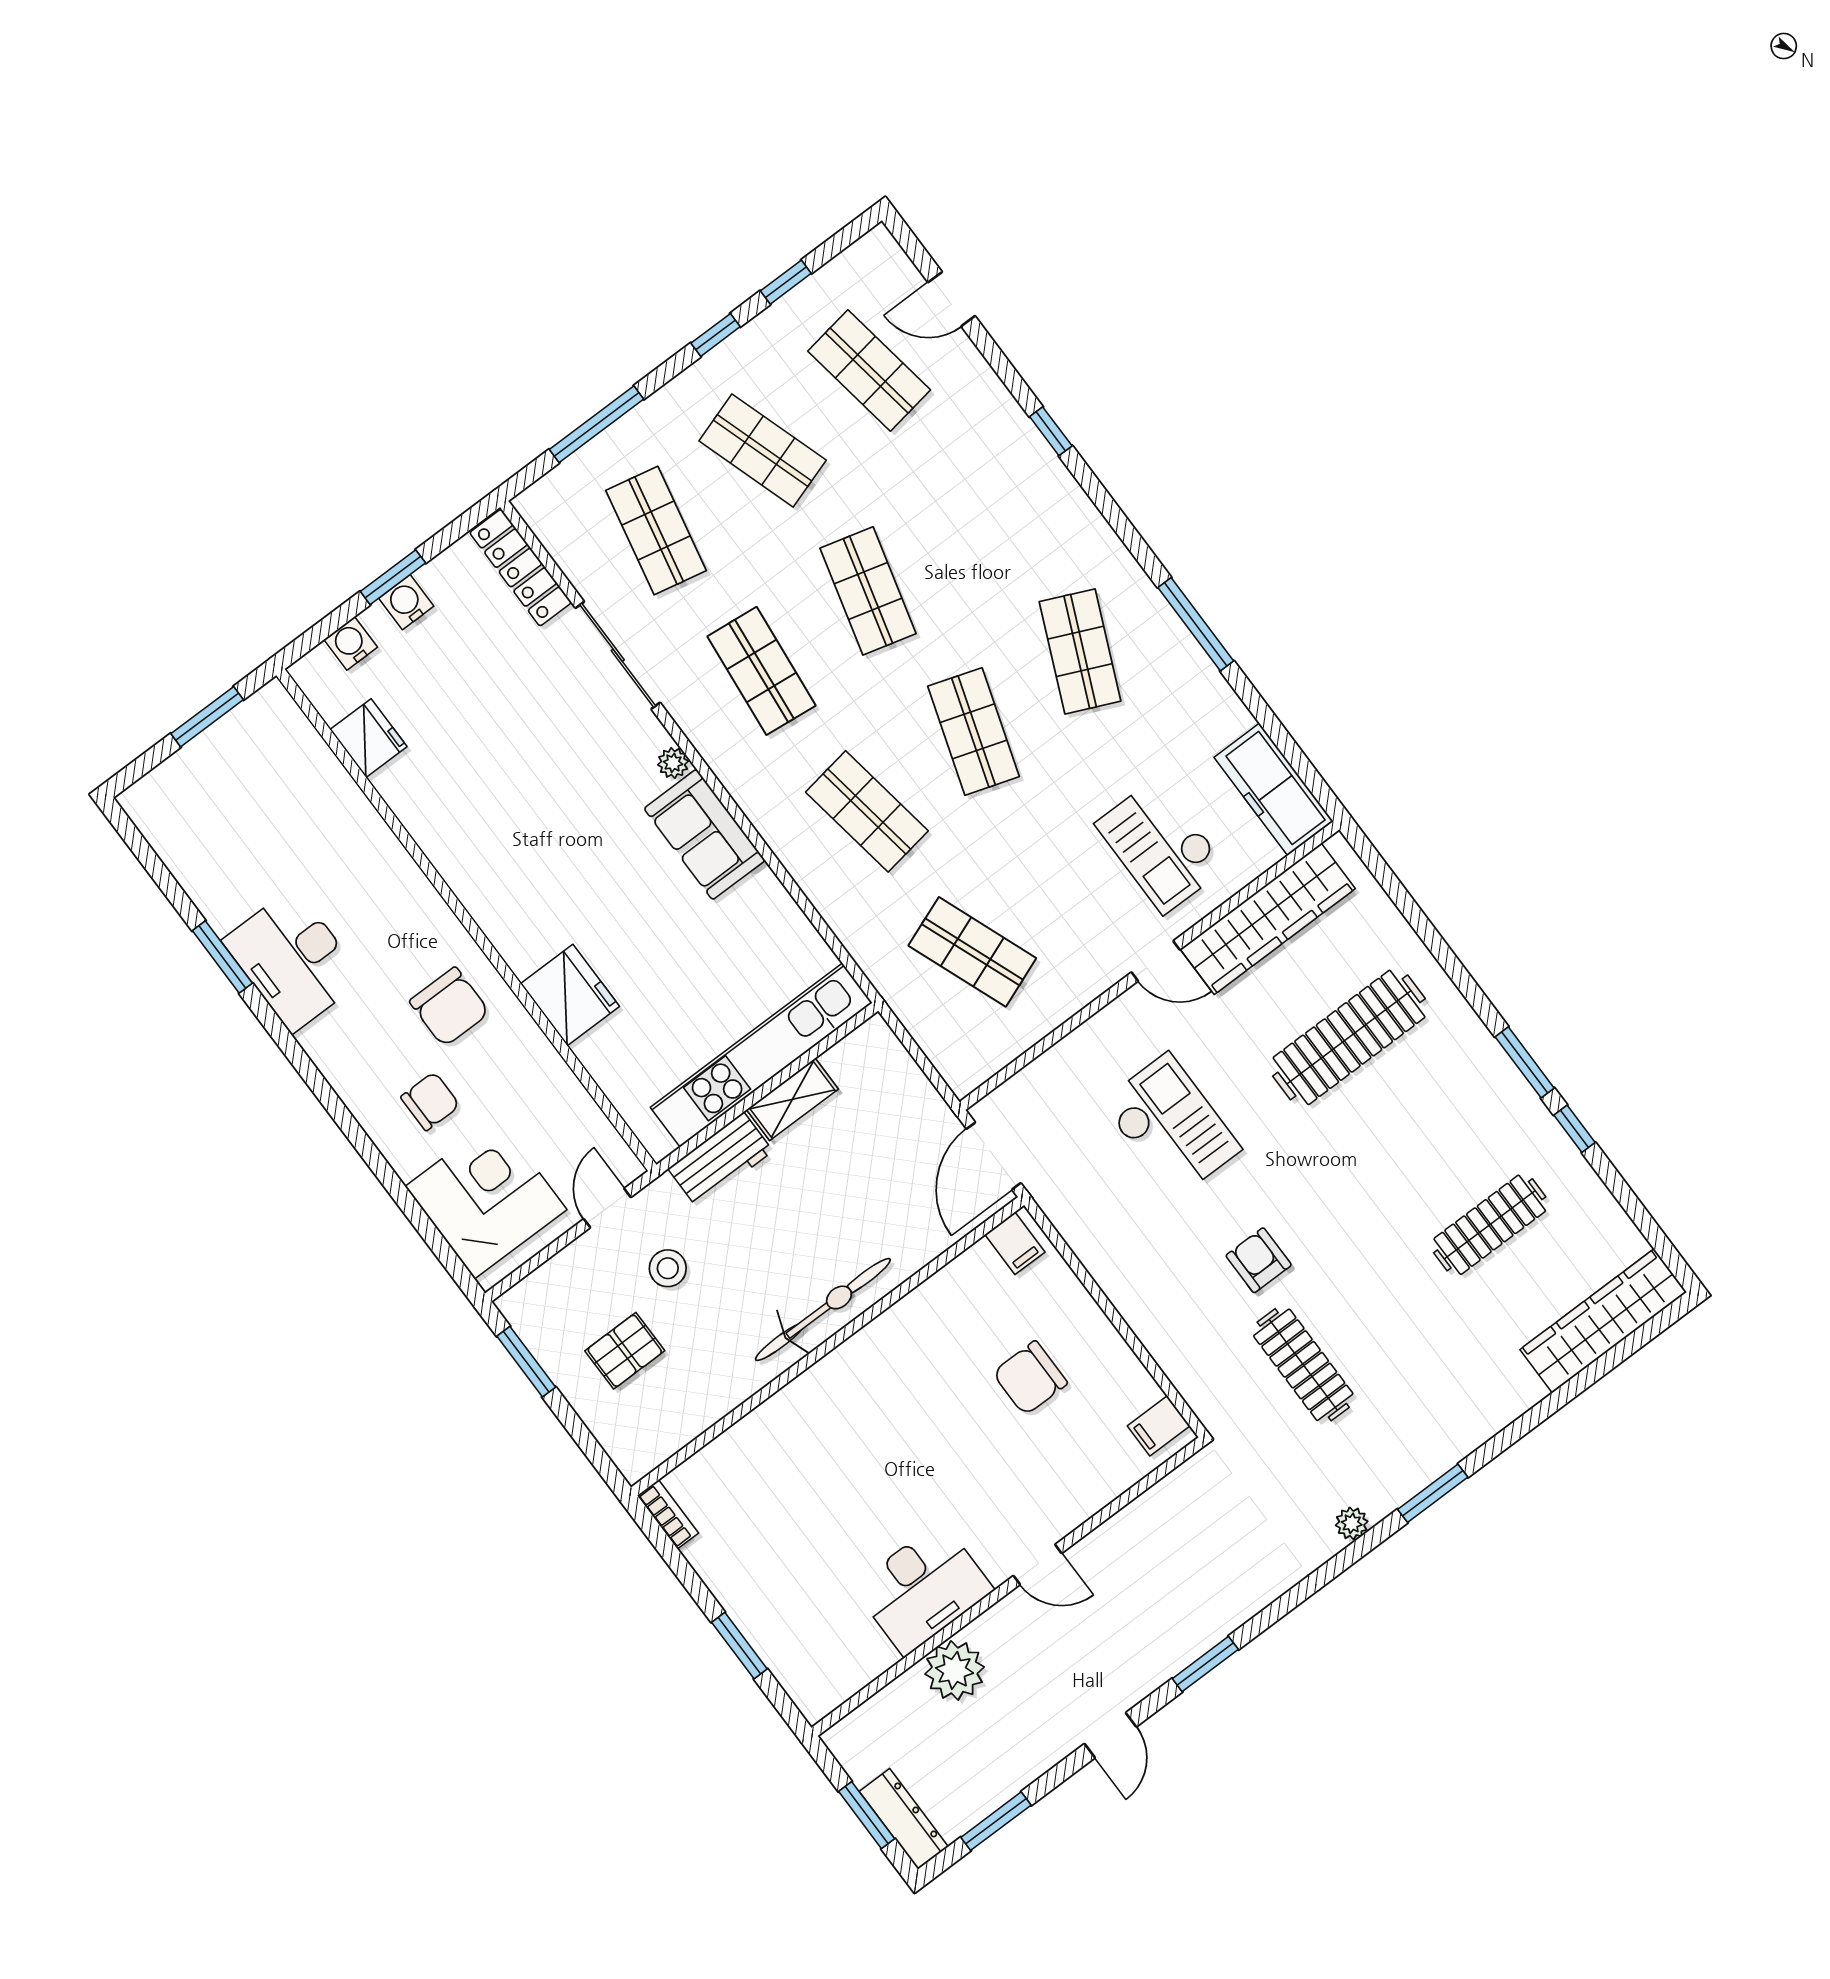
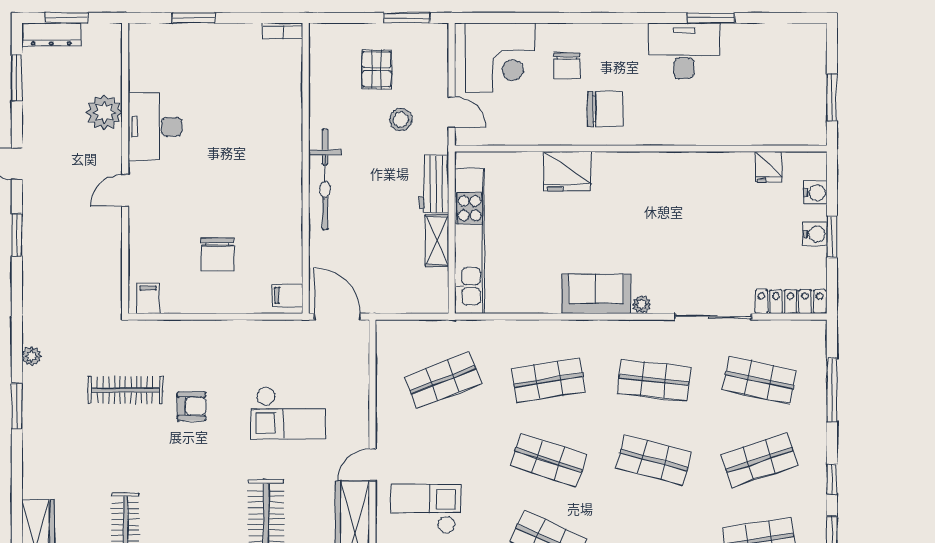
fridge: (368, 738) -> (768, 167), width x0.72
chair: (449, 1007) -> (605, 109), turned 180
chair: (1030, 1378) -> (217, 254), turned 180

